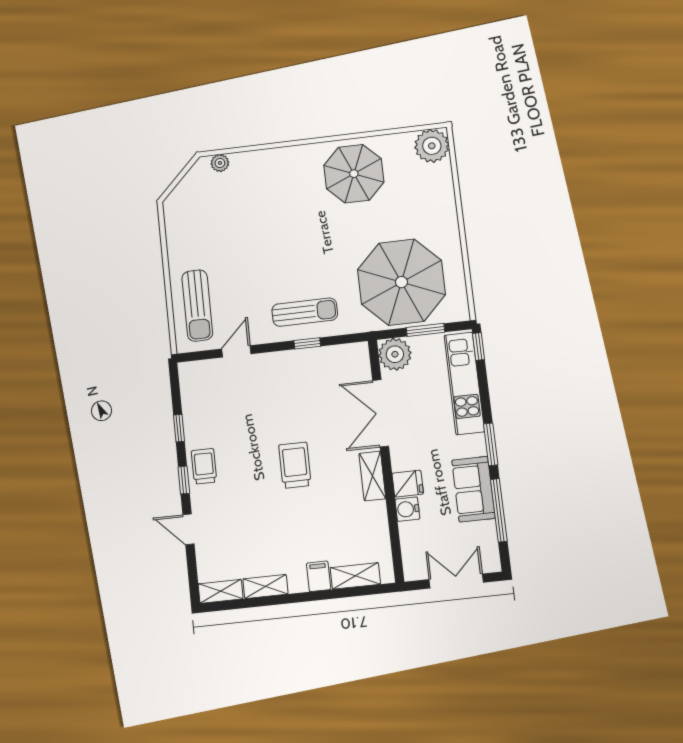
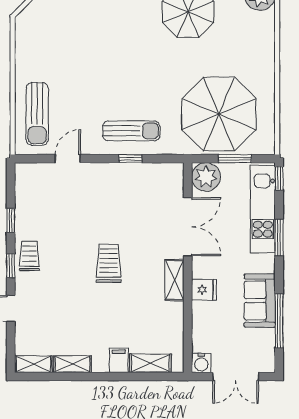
double door: (381, 413) -> (188, 227), swing flipped
window: (491, 444) -> (279, 237), moved
water cooler: (407, 509) -> (201, 363), moved, turned -90
double door: (456, 581) -> (236, 376), swing flipped

